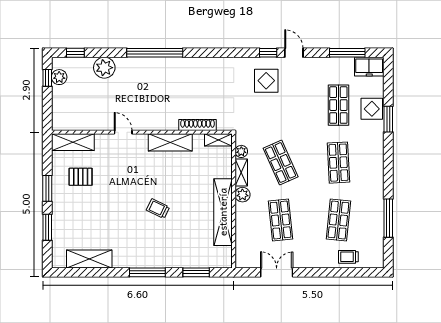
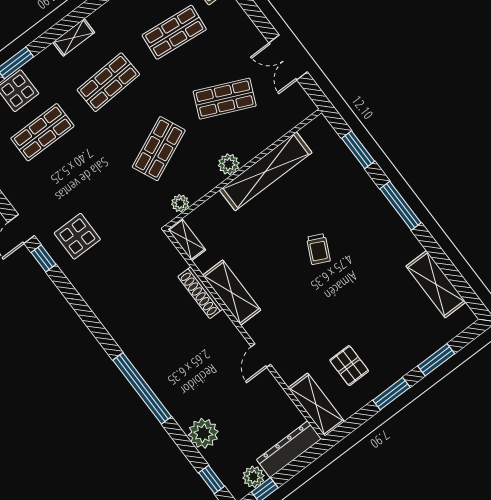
dresser: (60, 108) -> (289, 449), added
shoe rack: (198, 125) -> (200, 293), moved
shelving: (241, 172) -> (74, 37), moved
shop shelf: (281, 220) -> (225, 99), turned 30

